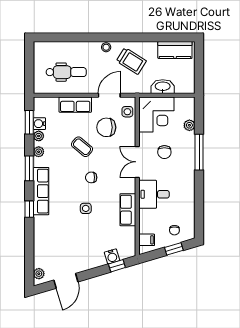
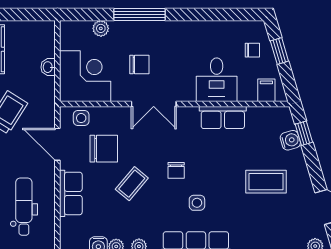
washbasin: (163, 87) -> (48, 67), width x0.52, depth x0.69
chair: (106, 127) -> (104, 149), turned -90
desk: (154, 194) -> (217, 80), moved
side table: (86, 208) -> (197, 203), moved
coffee table: (83, 240) -> (266, 182), added

